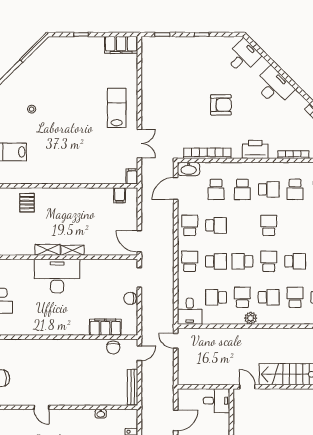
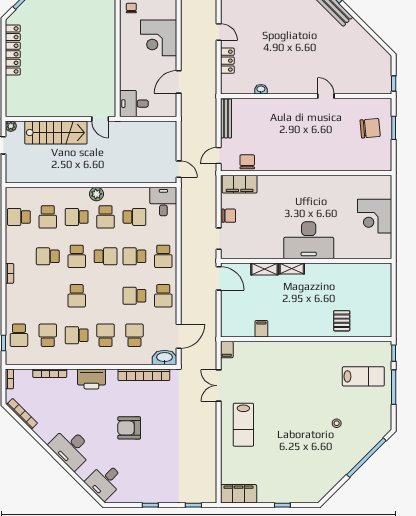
filing cabinet: (120, 195) -> (261, 329), moved
shelving: (48, 250) -> (264, 269), moved
filing cabinet: (105, 327) -> (240, 184), moved

